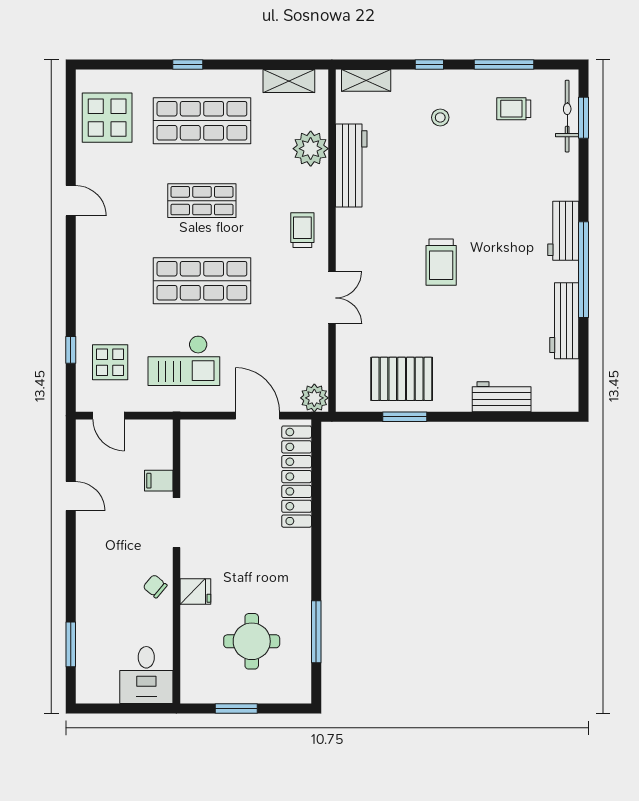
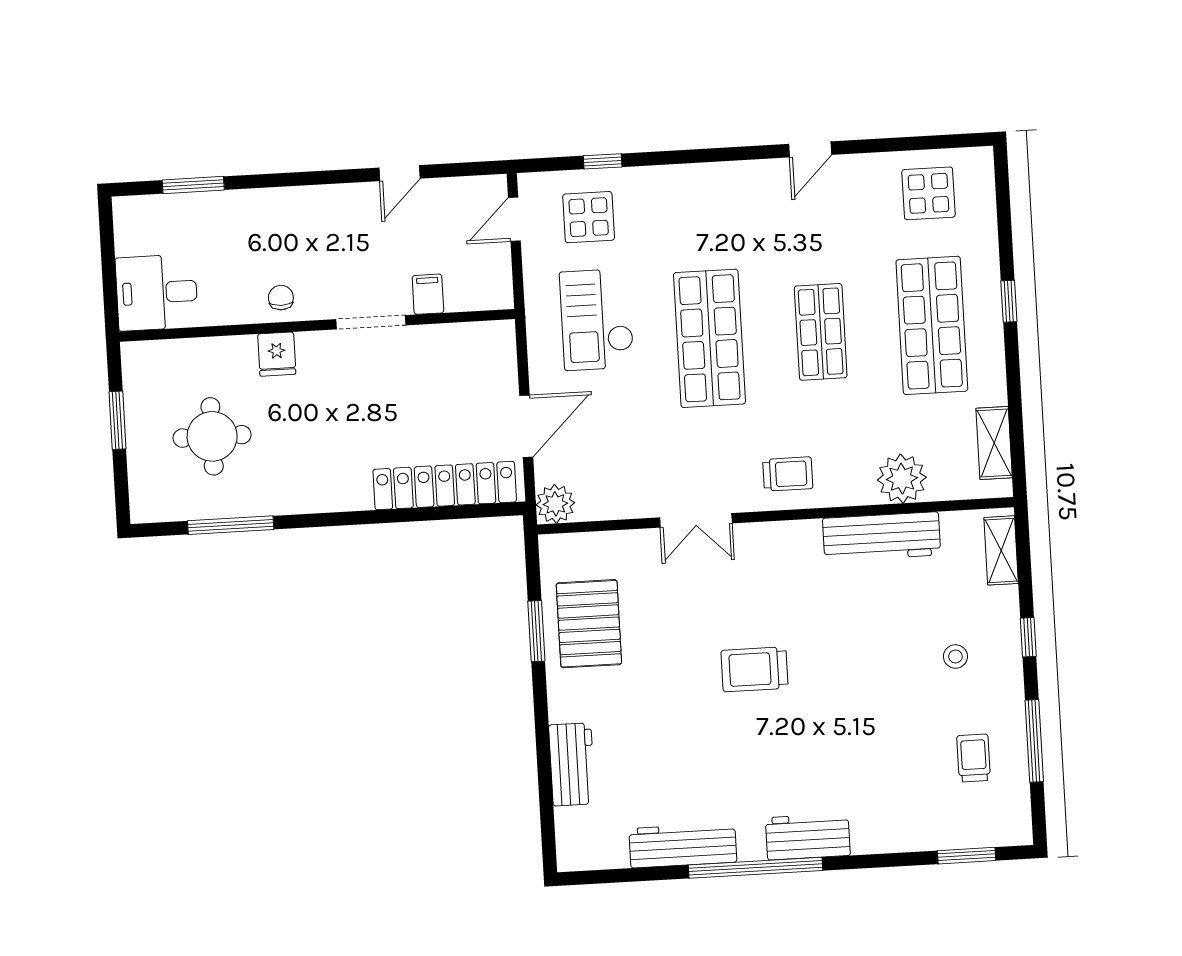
bicycle: (567, 116) -> (968, 833), removed
display table: (107, 118) -> (929, 193), width x0.73, depth x0.73
chair: (155, 586) -> (281, 298), turned -40

